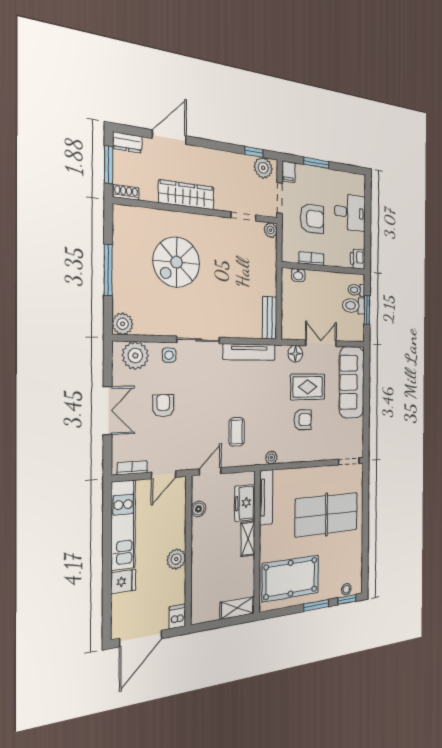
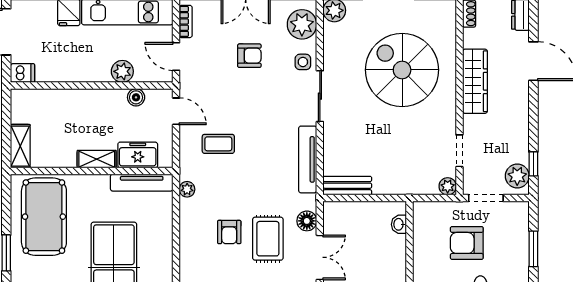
filing cabinet: (288, 172) -> (518, 210), removed
armchair: (312, 219) -> (467, 243), turned 90
bookcase: (311, 259) -> (420, 243), removed
spiral stairs: (176, 262) -> (402, 70), width x1.37, depth x1.37
plant: (176, 559) -> (122, 71), moved

